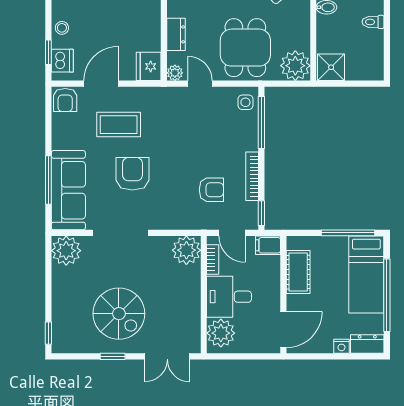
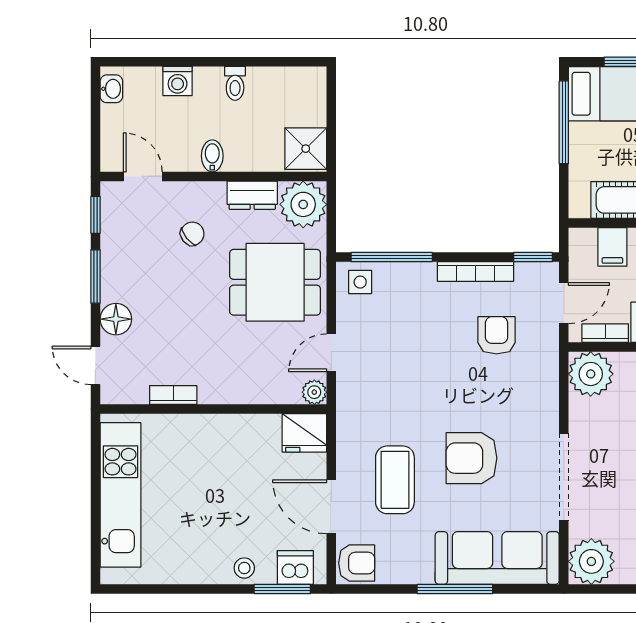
dresser: (176, 34) -> (252, 195), moved, turned 180
window: (48, 52) -> (282, 589), width x1.50
window: (48, 180) -> (455, 589), moved
filing cabinet: (268, 245) -> (612, 247), moved

